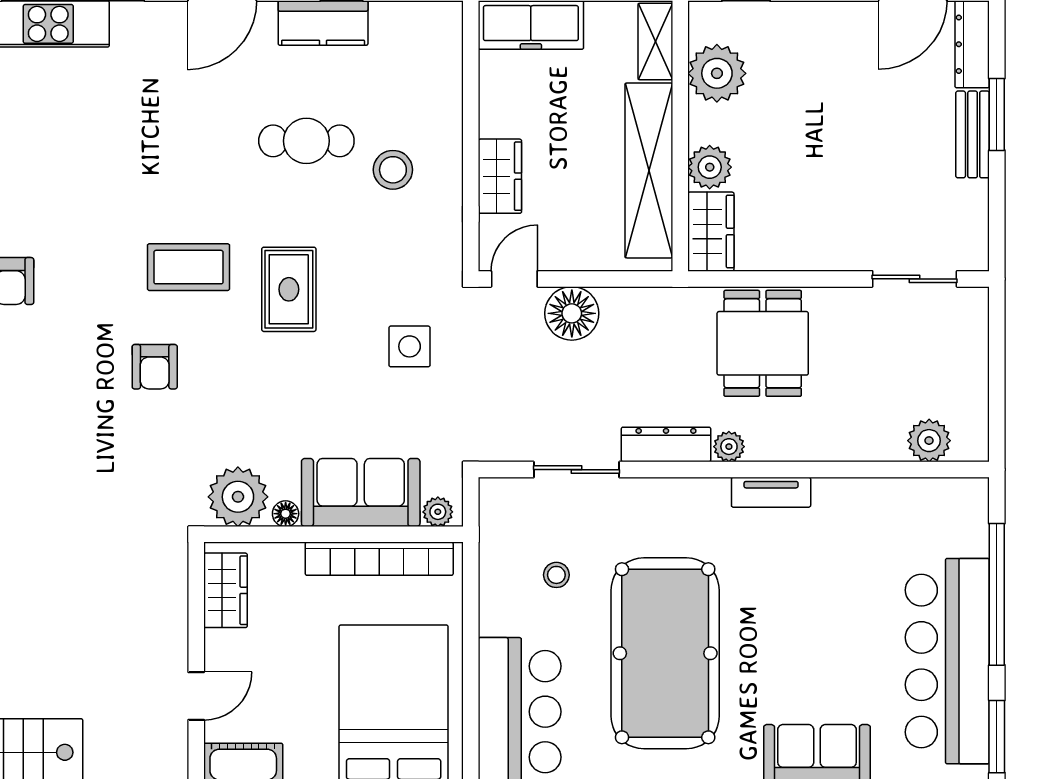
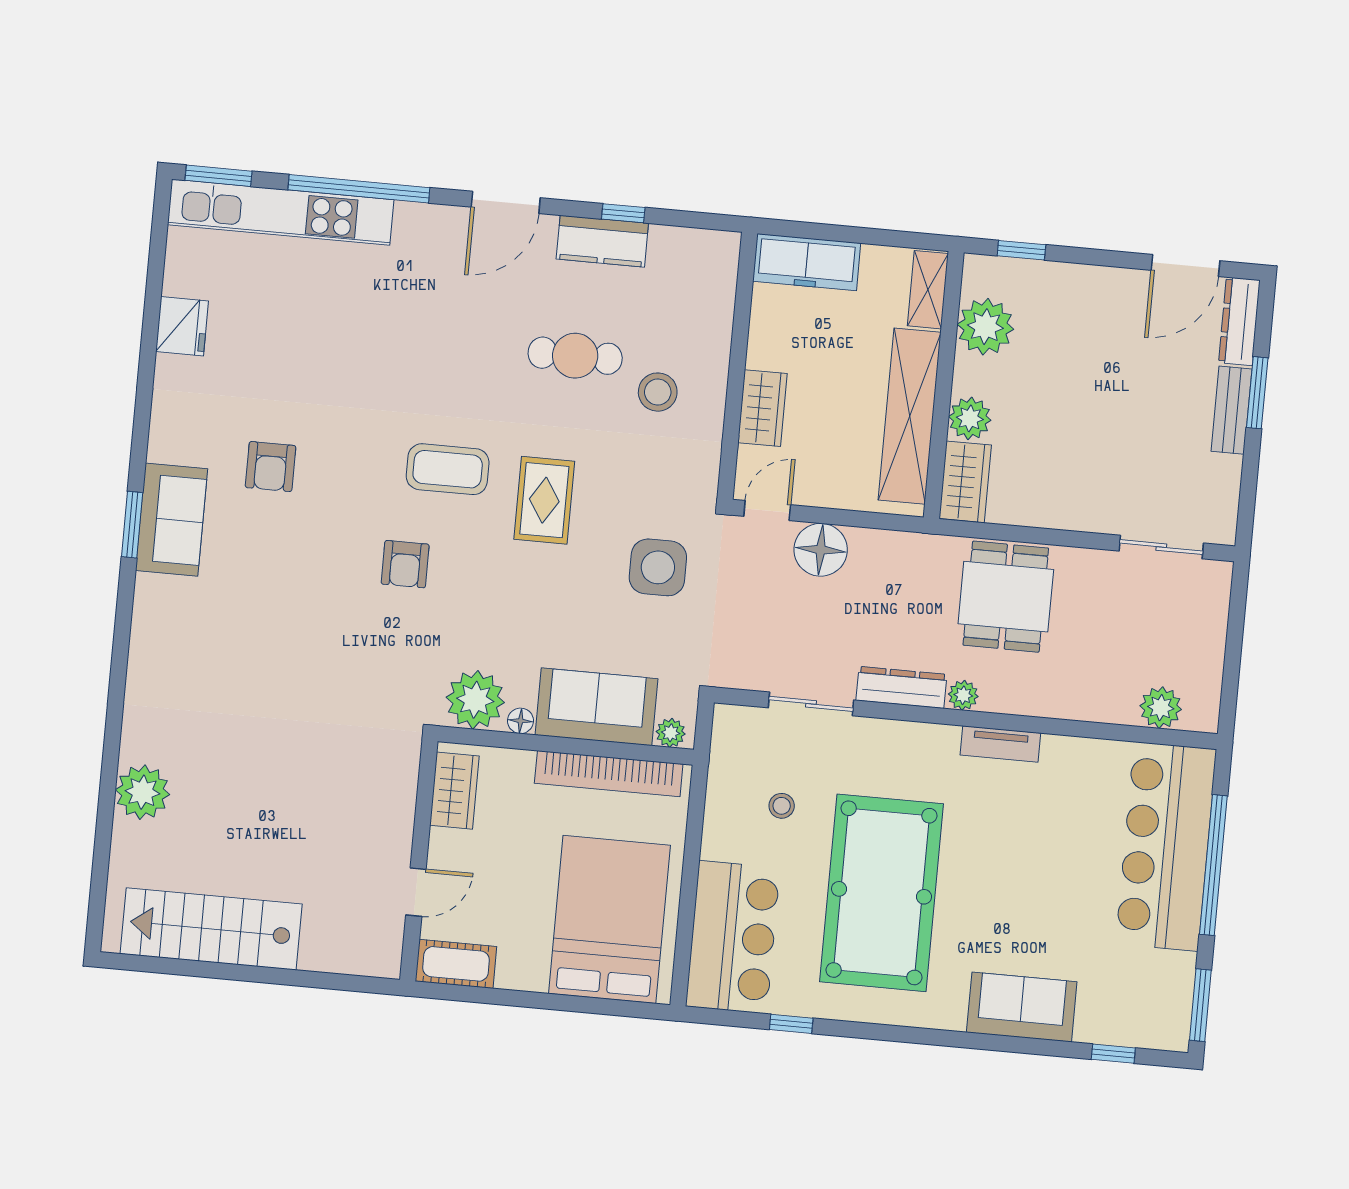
side table: (410, 346) -> (658, 567), width x1.37, depth x1.37
bar counter: (947, 661) -> (1166, 846), moved

